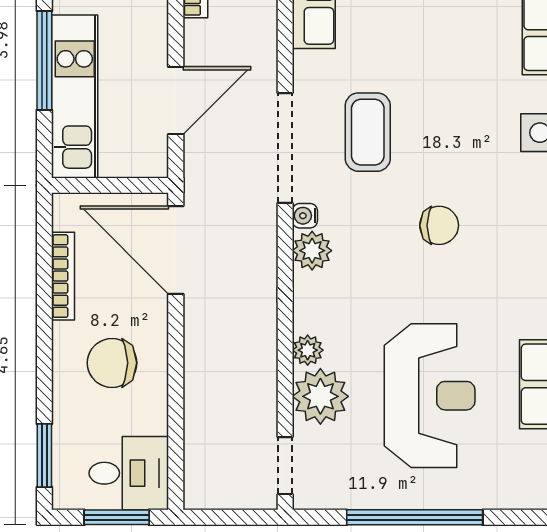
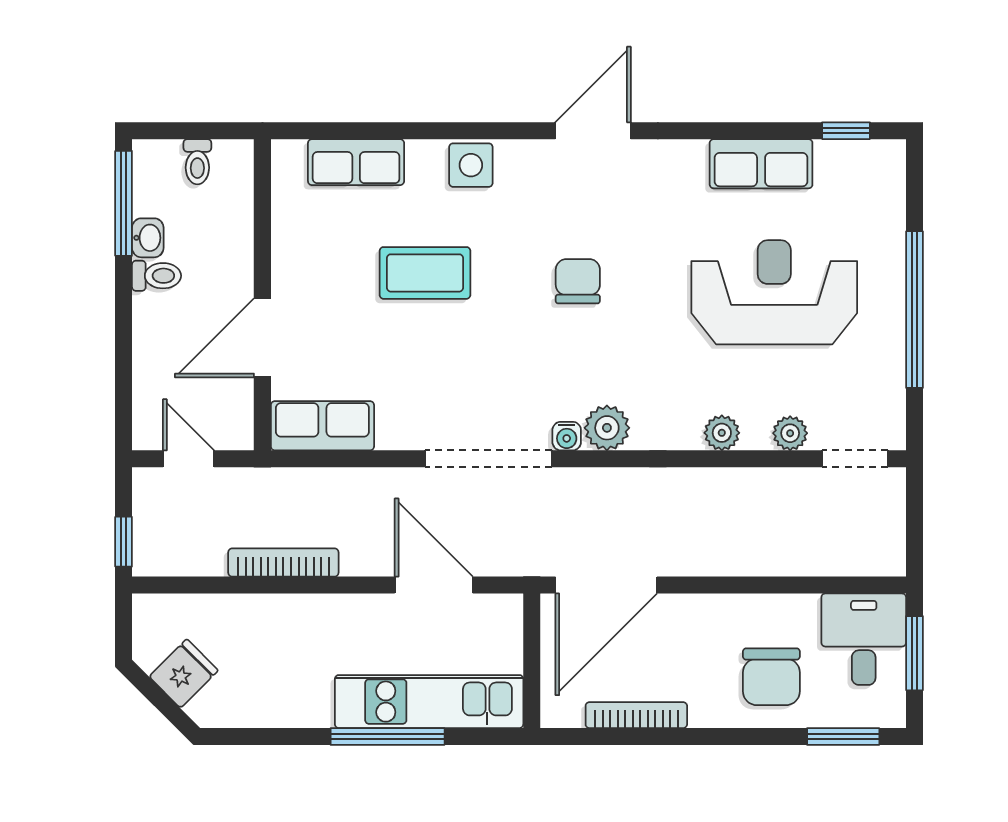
coffee table: (368, 132) -> (425, 273), moved
chair: (112, 363) -> (771, 677), moved
plant: (320, 396) -> (790, 433), width x0.53, depth x0.53

